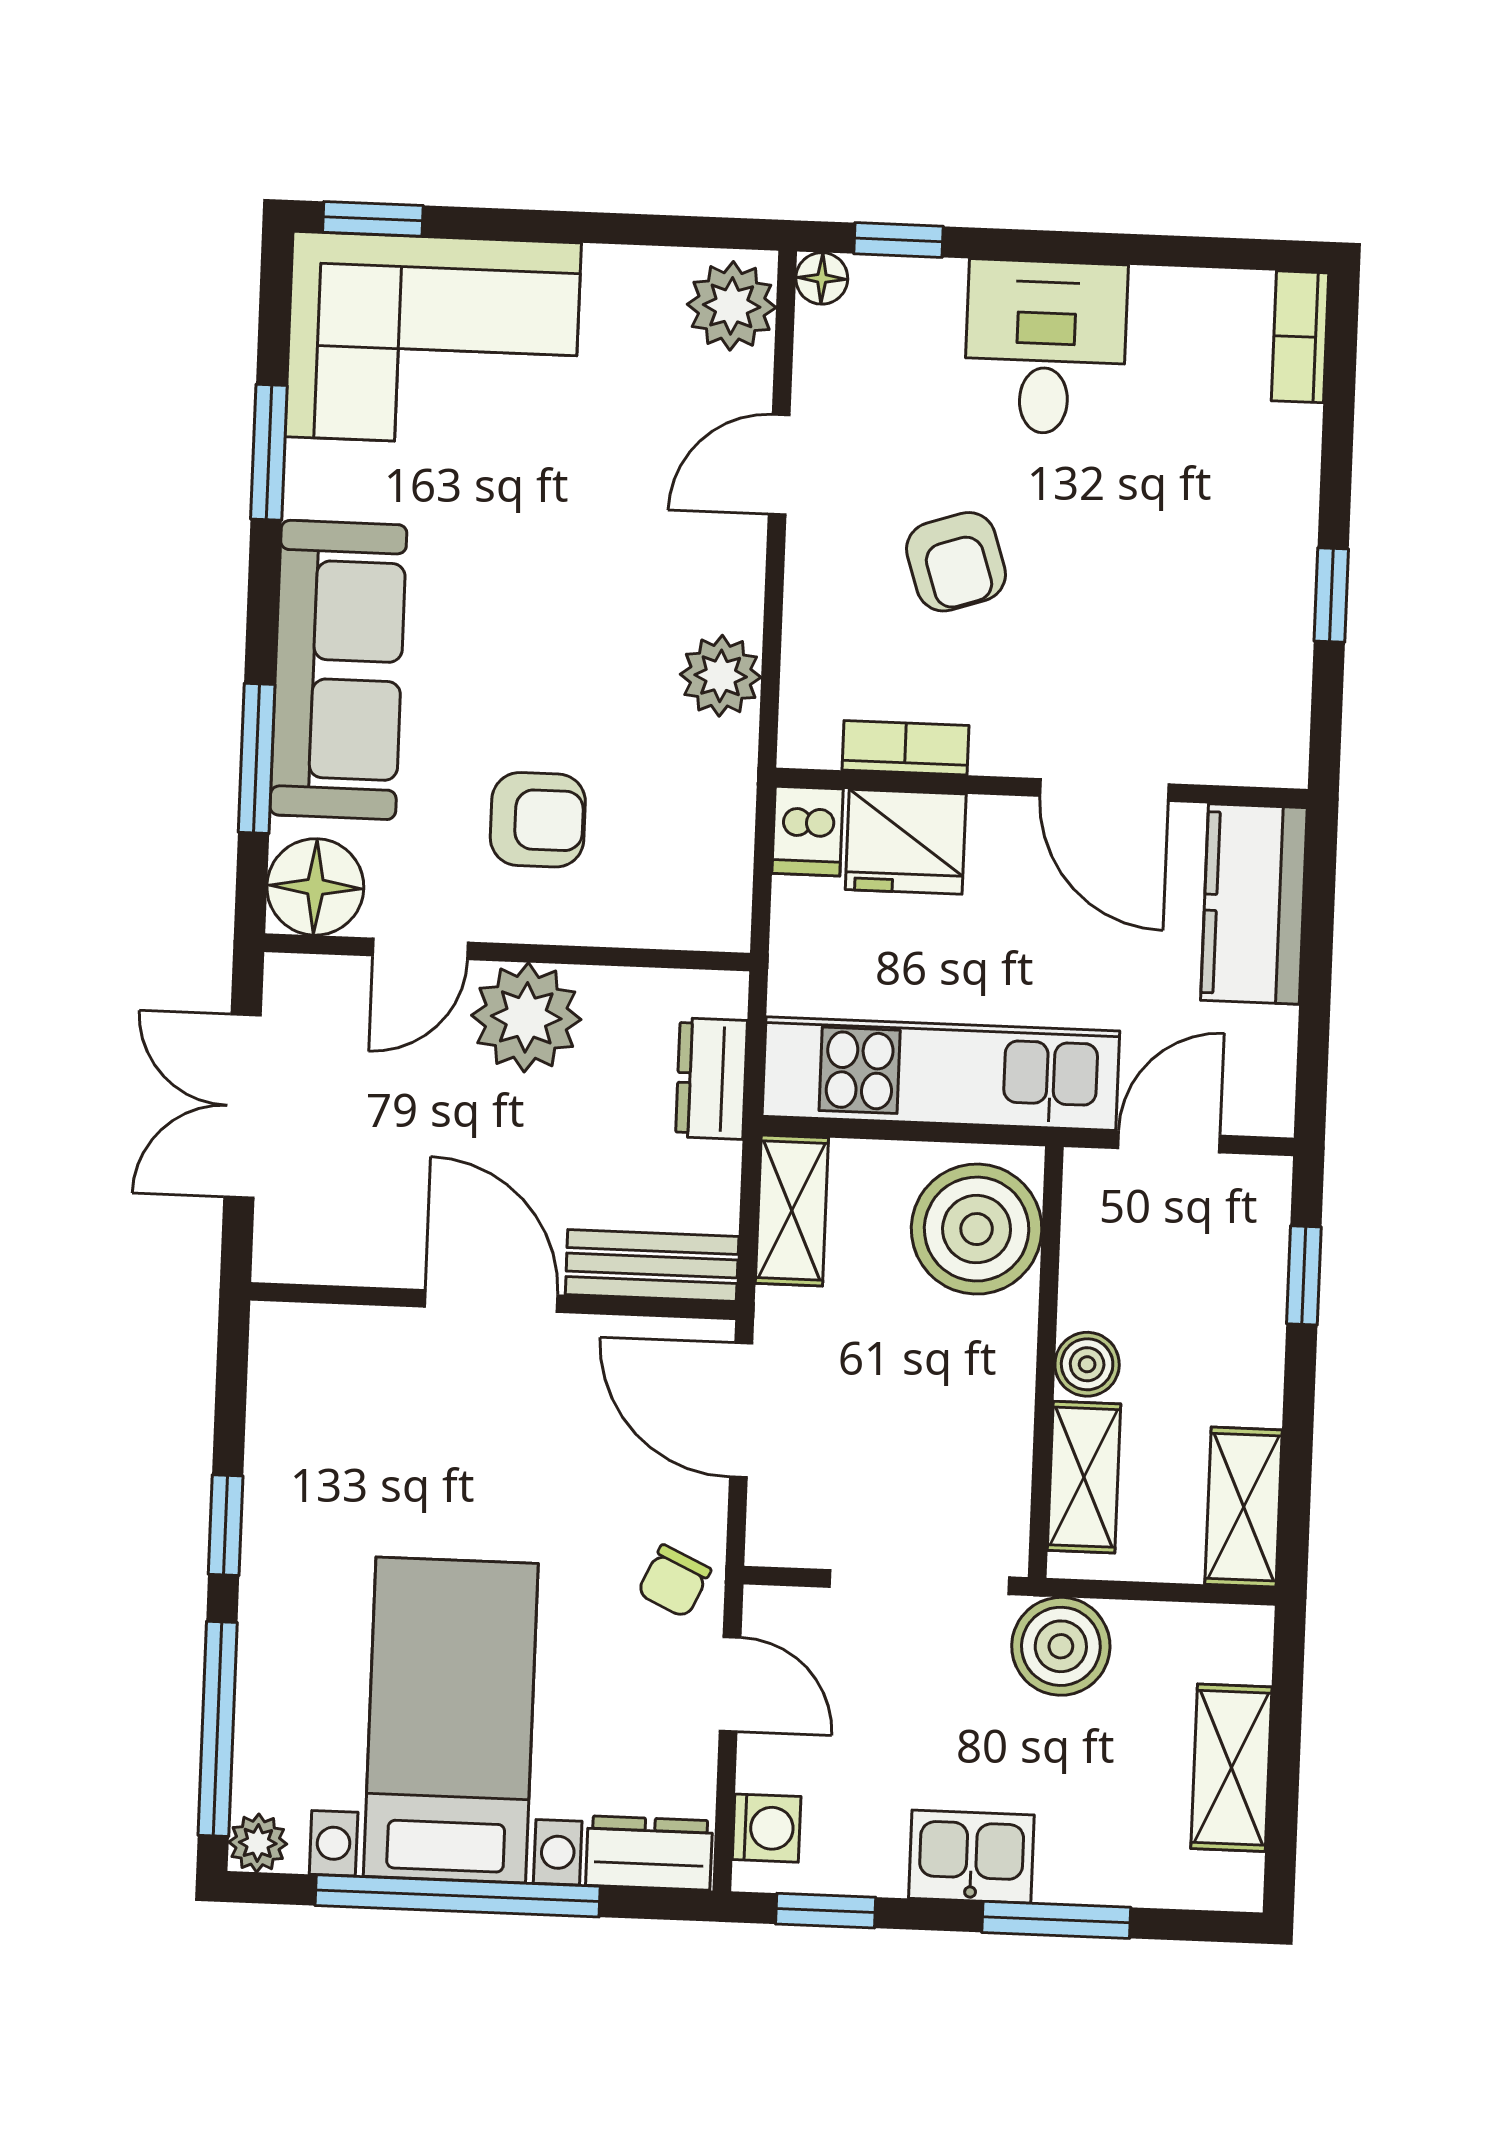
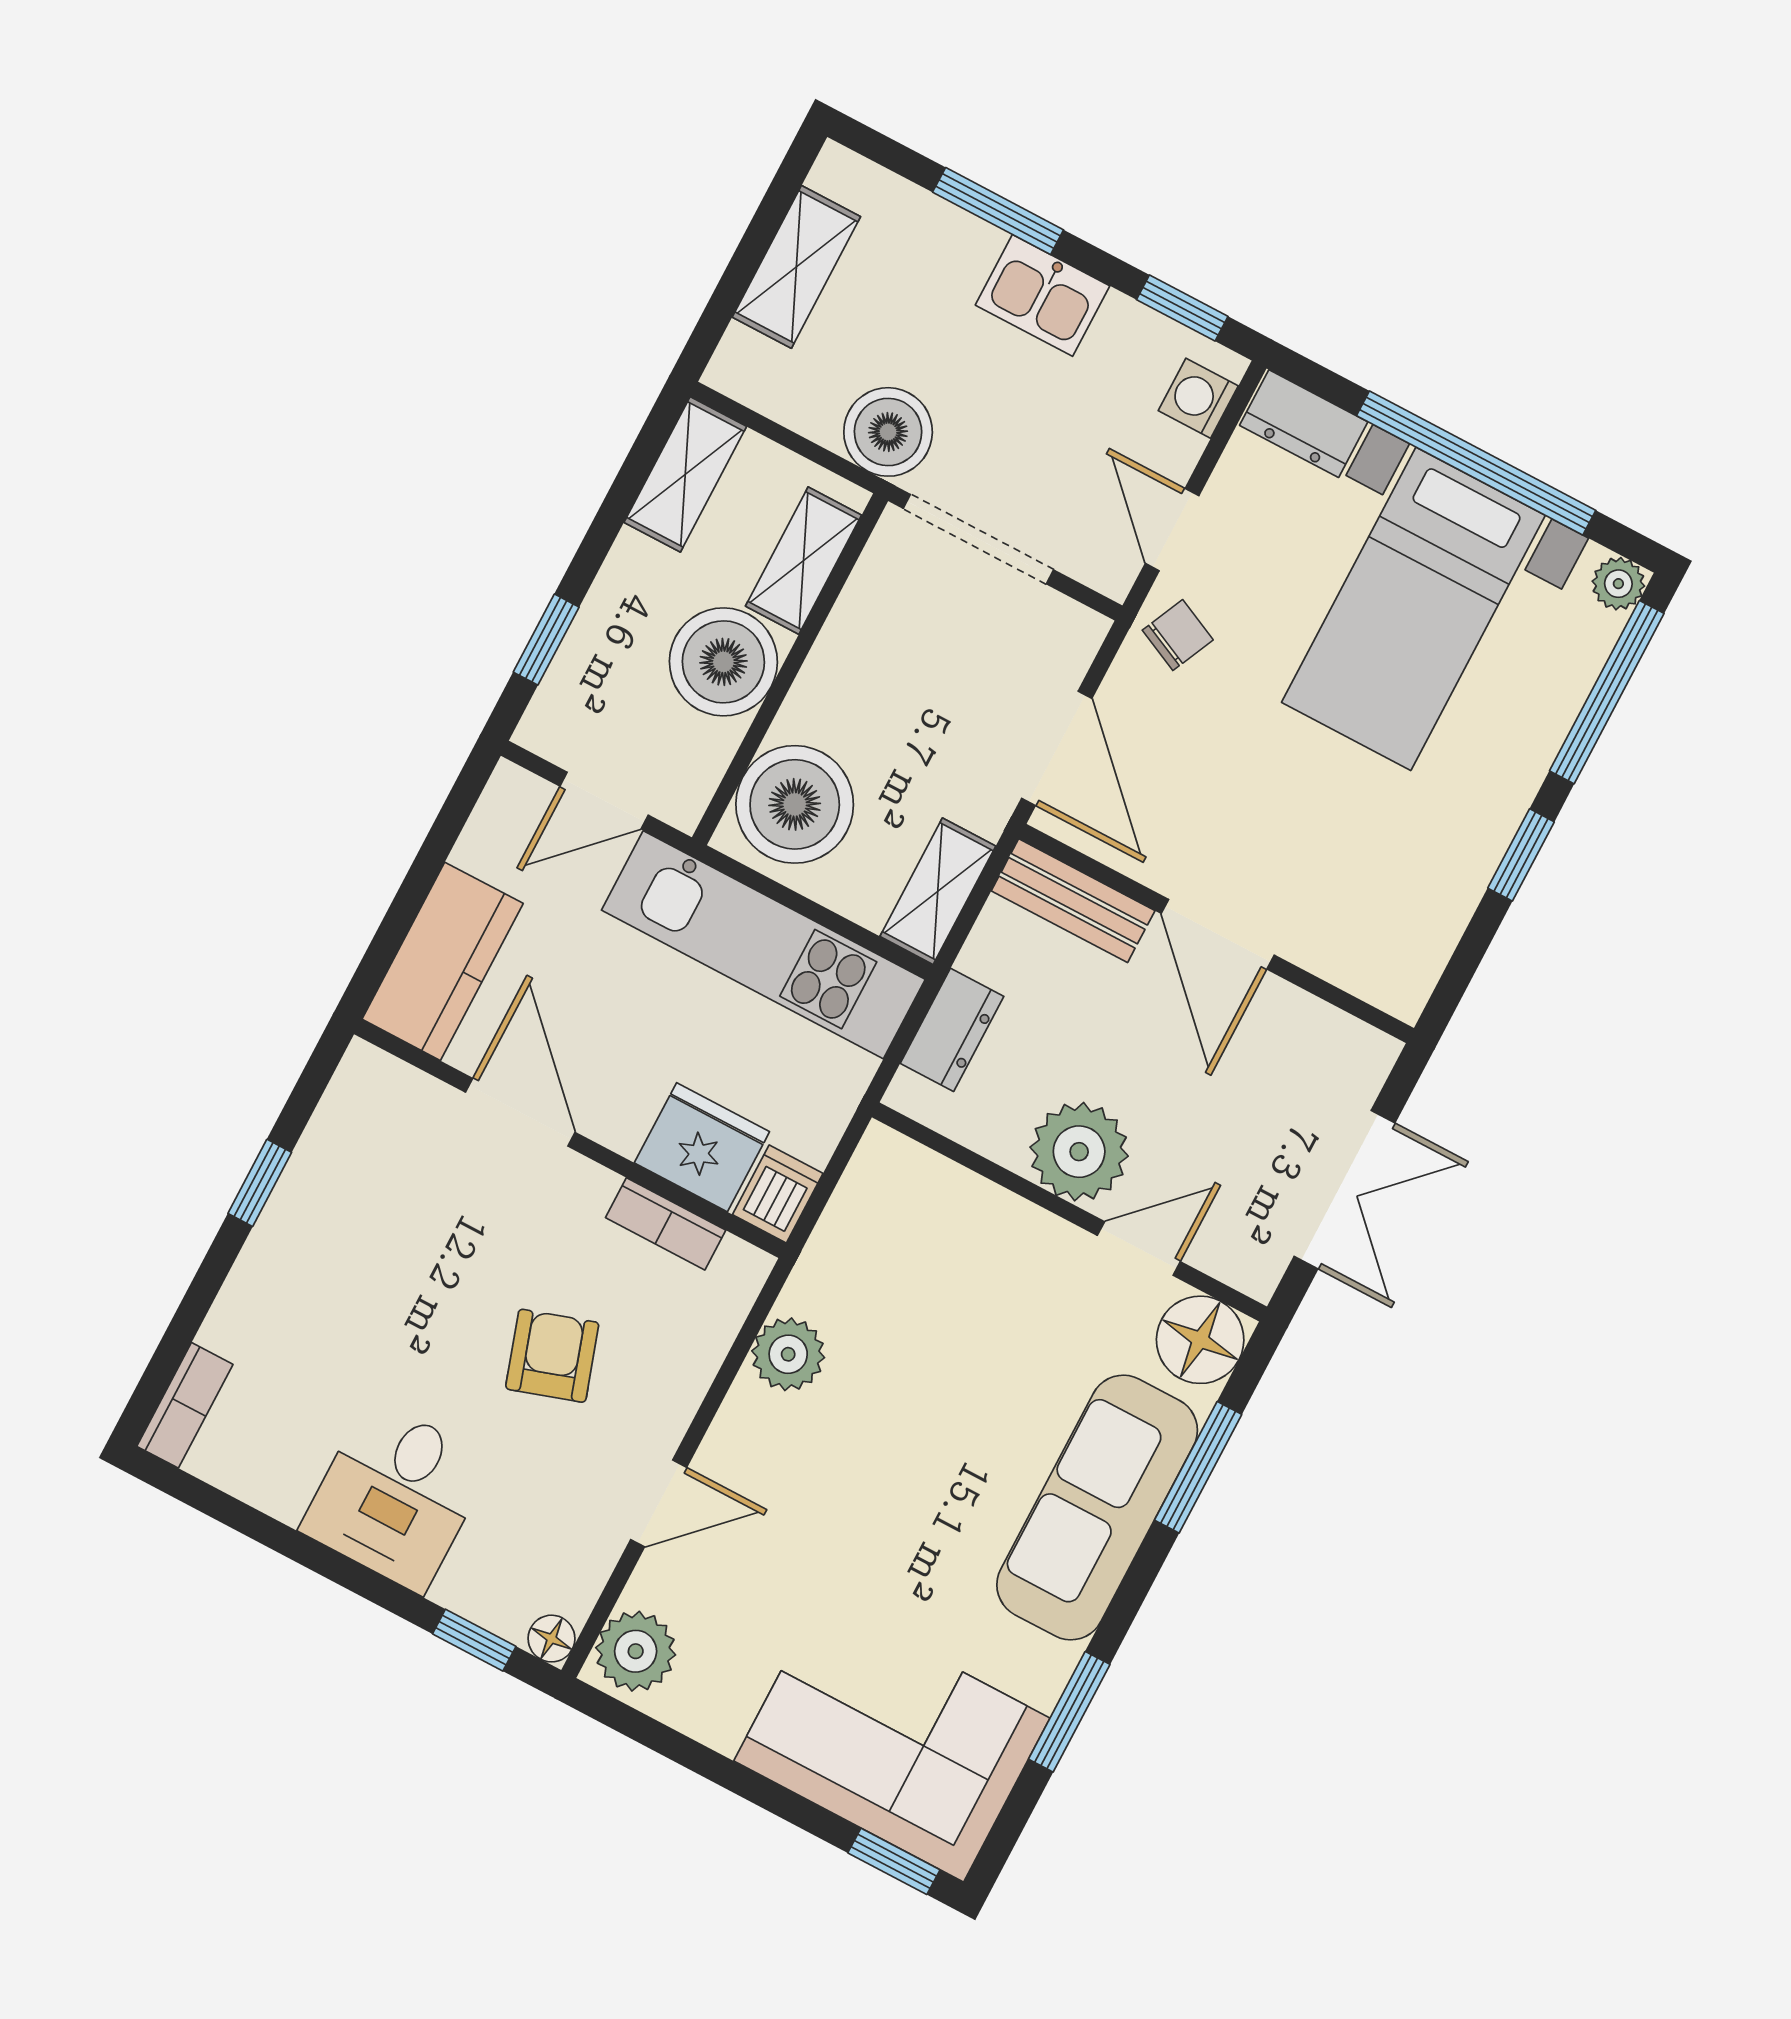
armchair: (538, 820) -> (993, 1308), removed
boiler: (1087, 1364) -> (723, 662), width x1.86, depth x1.86

